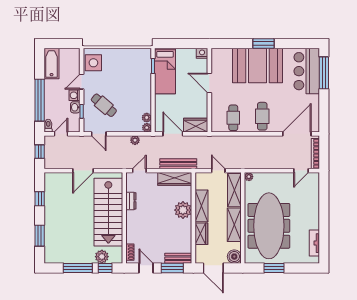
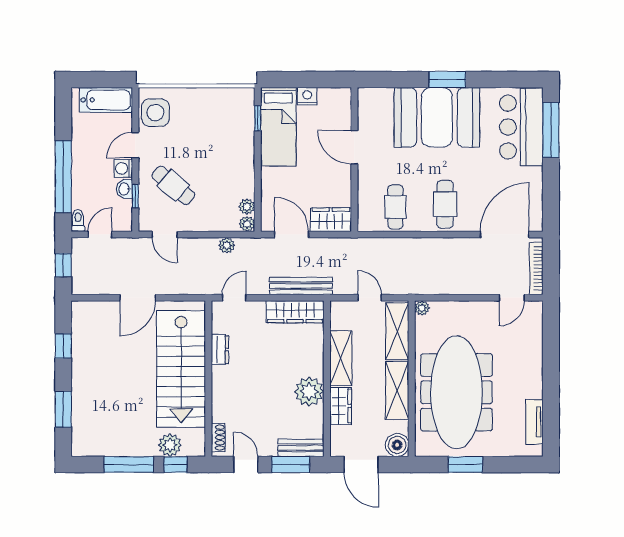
nightstand: (202, 53) -> (307, 96), moved
bathtub: (52, 64) -> (106, 100), moved, turned 90
plant: (183, 210) -> (309, 391), moved

